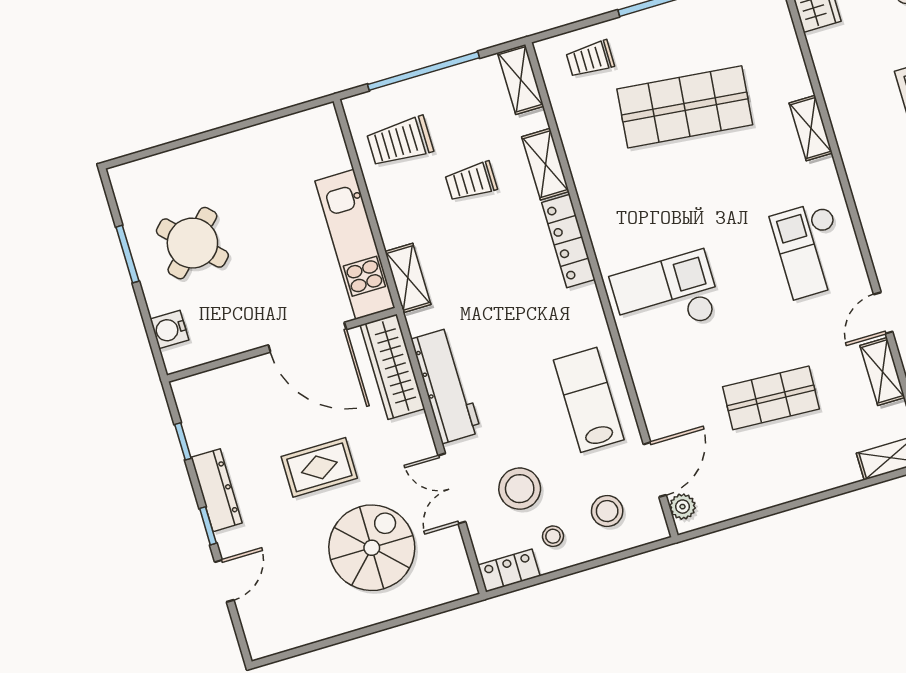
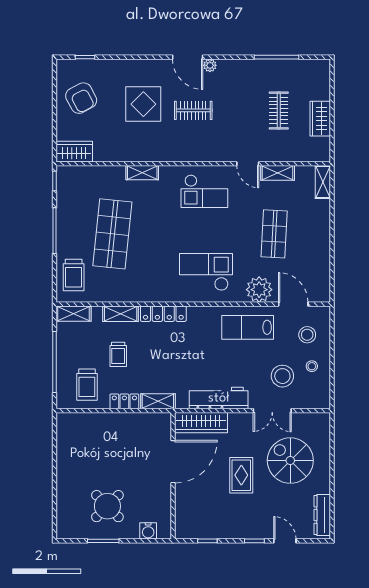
trolley: (590, 59) -> (74, 275), width x1.36, depth x1.39
kitchen unit: (355, 244) -> (133, 423), removed
checkout: (666, 296) -> (206, 272), turned 90
dresser: (217, 490) -> (322, 515), moved, turned -90
plant: (683, 507) -> (259, 290), moved, width x1.87, depth x1.87
locker: (509, 571) -> (124, 401), moved, turned 90

